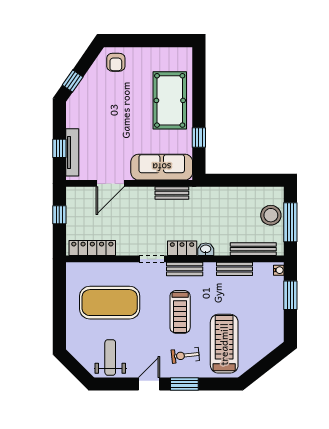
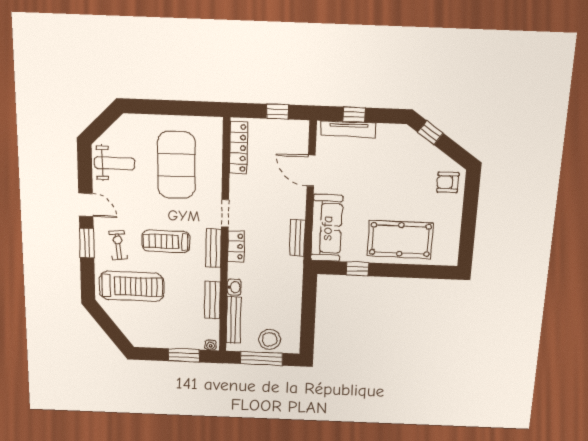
washbasin: (206, 249) -> (234, 287), moved

